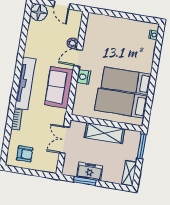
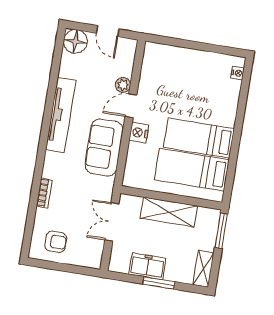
tv unit: (25, 83) -> (61, 115), moved
window: (85, 181) -> (159, 283), moved

